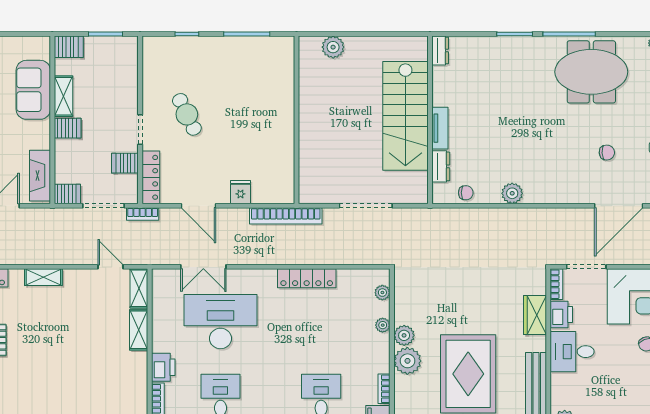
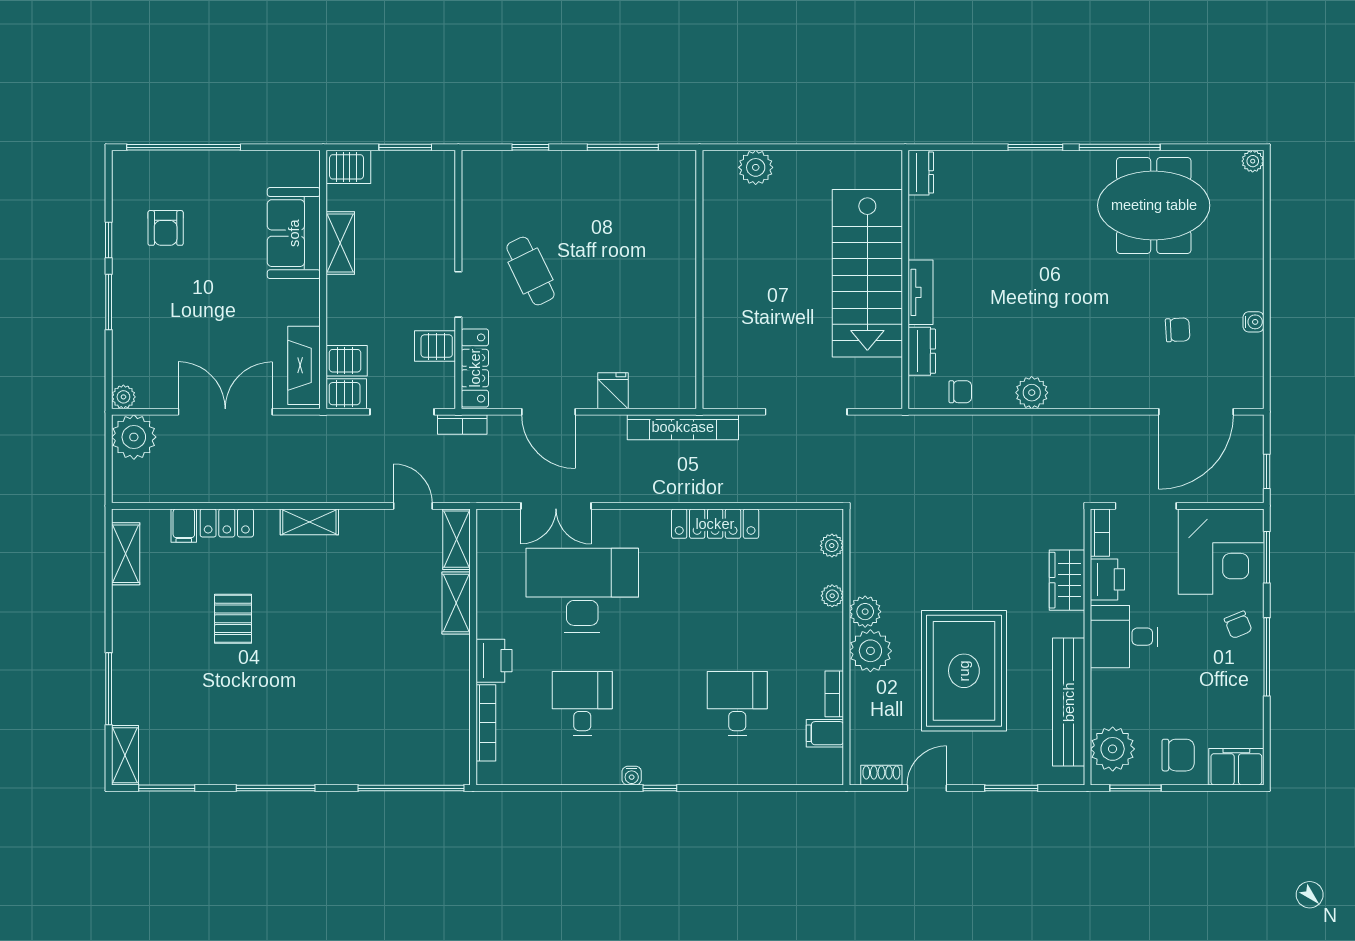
server rack: (68, 128) -> (347, 361), moved

